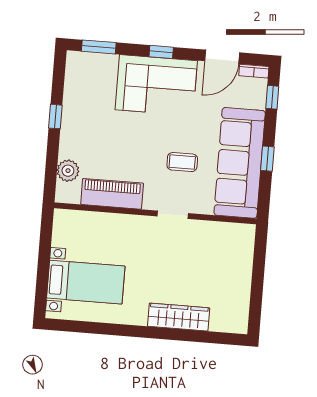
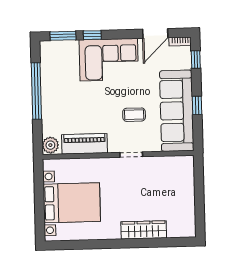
window: (161, 52) -> (92, 35), moved
window: (55, 117) -> (36, 91), width x3.17
plant: (68, 171) -> (50, 145), moved
bed with nightstands: (86, 282) -> (72, 203), width x1.36

